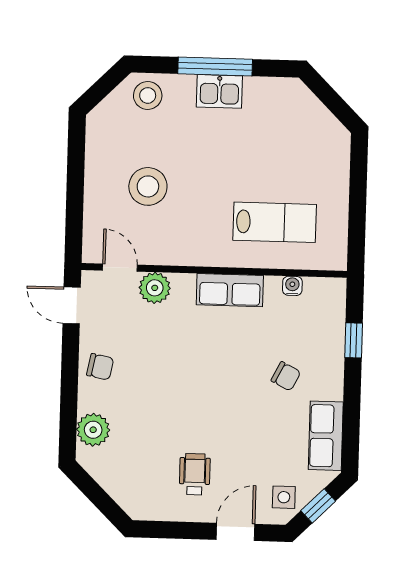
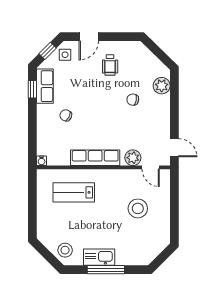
kitchen sink: (219, 91) -> (99, 257), width x1.38
stool: (148, 95) -> (65, 250), moved
water cooler: (292, 286) -> (42, 161), moved
row of seats: (230, 290) -> (95, 158), width x1.48
window: (354, 340) -> (32, 89), moved
chair: (100, 367) -> (133, 100), moved

